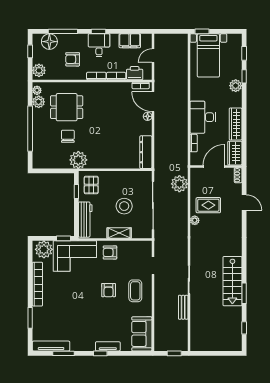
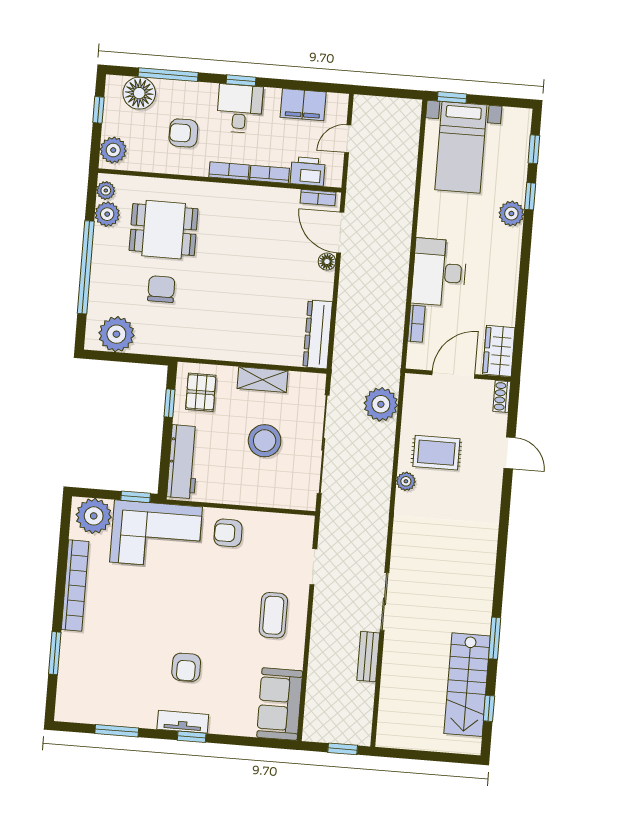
wardrobe: (236, 124) -> (505, 292), removed
plant: (78, 160) -> (116, 334), moved
shelving: (119, 233) -> (262, 380), moved
stairs: (232, 281) -> (467, 685), moved
armchair: (109, 290) -> (186, 667), moved
tv unit: (51, 346) -> (93, 714), removed
tv unit: (108, 346) -> (183, 722), moved

